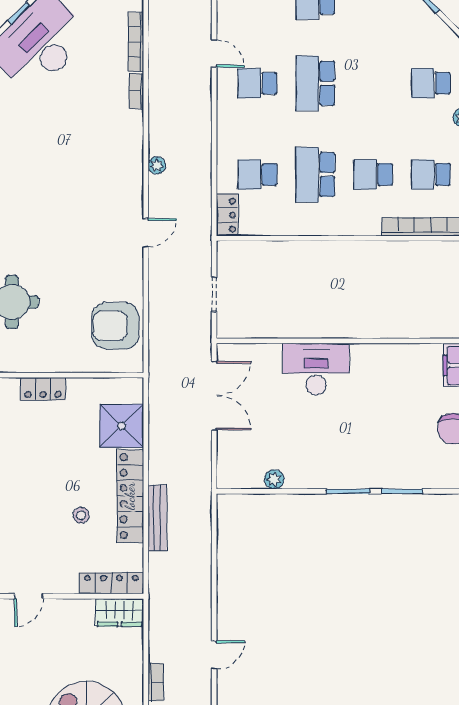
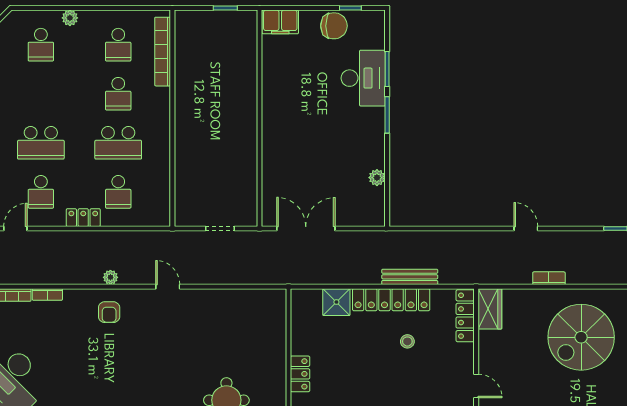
locker: (227, 215) -> (83, 218), moved
armchair: (116, 326) -> (109, 312), moved, width x0.53, depth x0.53
desk: (316, 369) -> (363, 78), moved, turned 180
shower: (122, 426) -> (336, 302), width x0.73, depth x0.73

